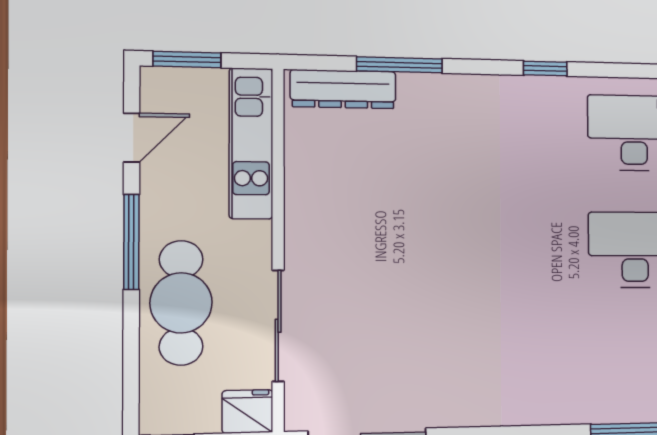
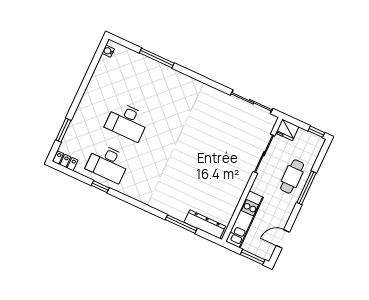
window: (545, 69) -> (100, 187), moved
window: (131, 242) -> (306, 188), moved
cafe table: (181, 303) -> (292, 176), width x0.73, depth x0.74

